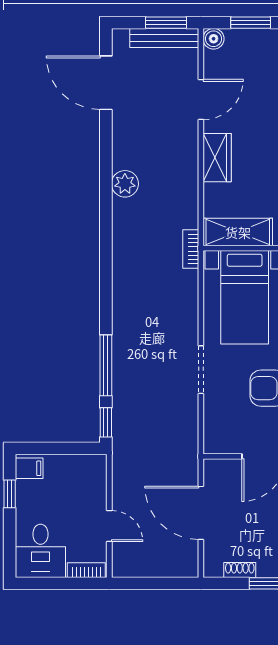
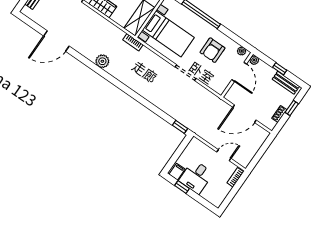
door: (106, 83) -> (56, 41), moved
plant: (125, 184) -> (102, 61), moved
window: (106, 365) -> (157, 111), removed
desk: (41, 551) -> (196, 177), moved, turned 90

